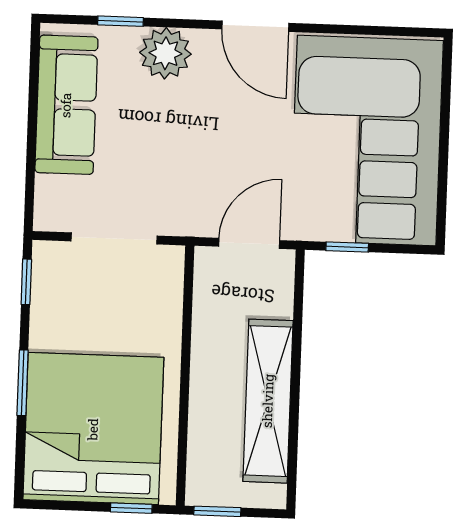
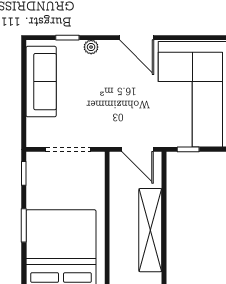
plant: (165, 53) -> (91, 47), width x0.53, depth x0.53
door: (249, 243) -> (138, 149), swing flipped

